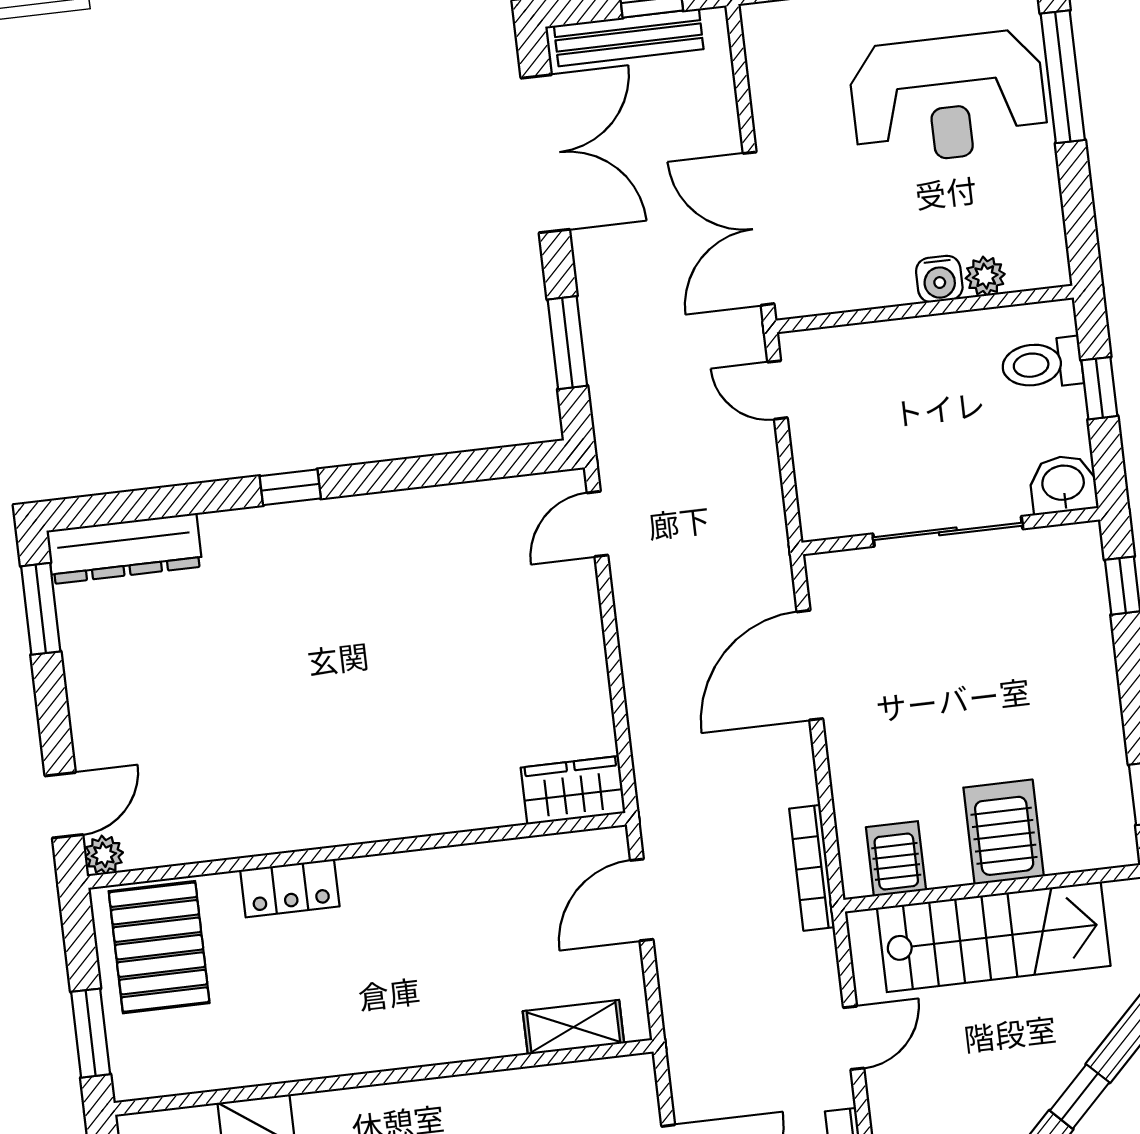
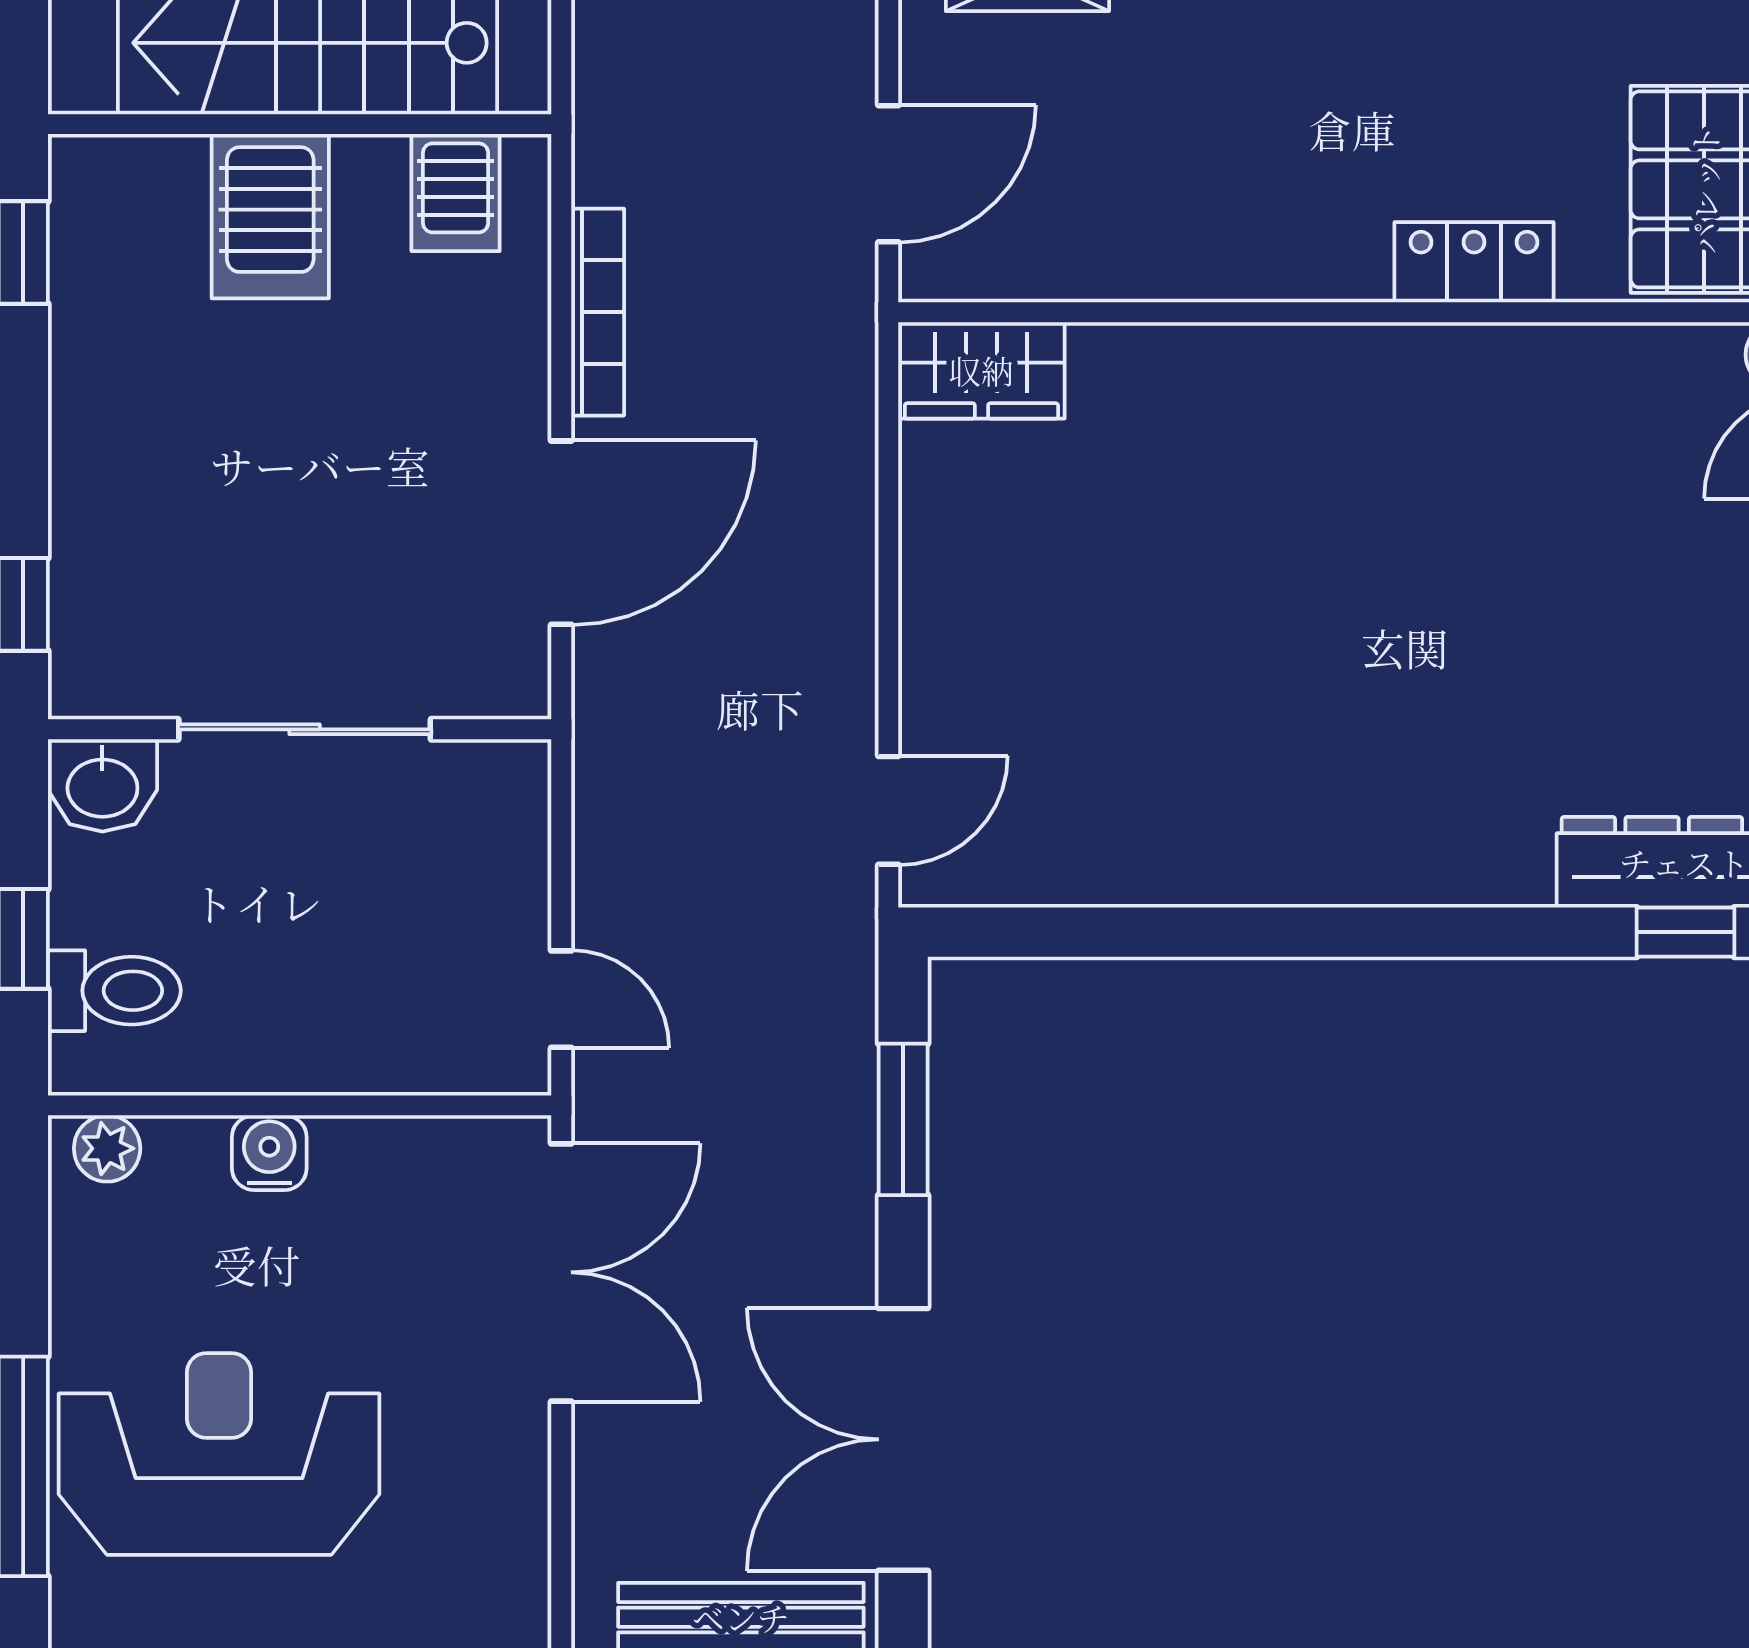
plant: (985, 276) -> (107, 1148), moved
window: (290, 487) -> (1685, 932), moved
bookcase: (812, 868) -> (598, 312), moved

